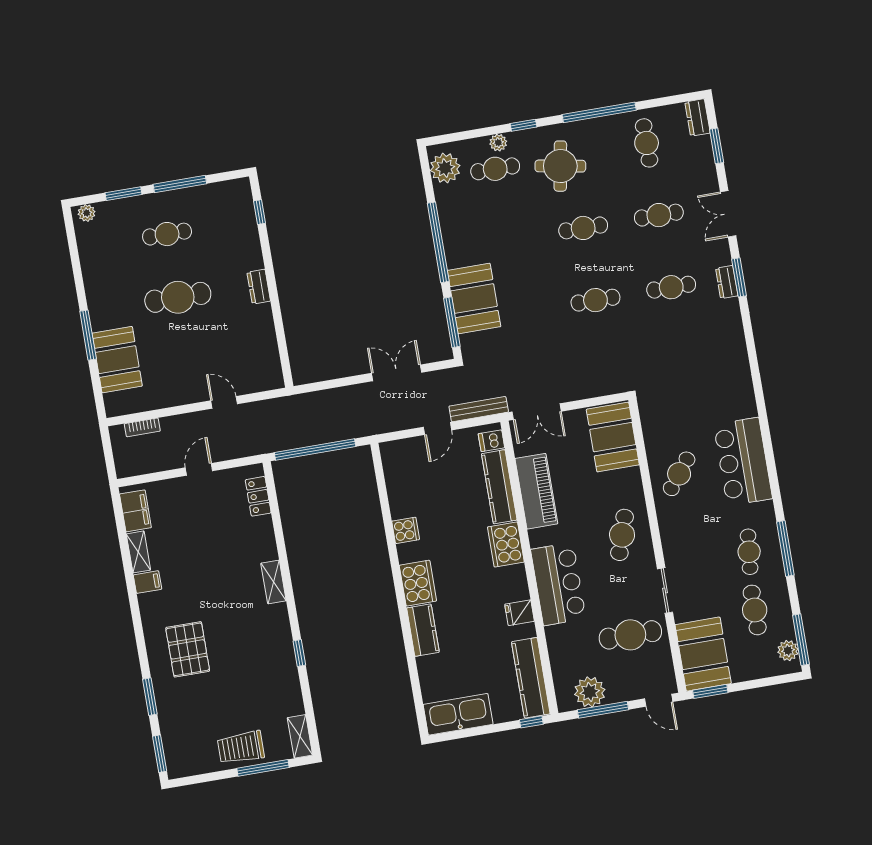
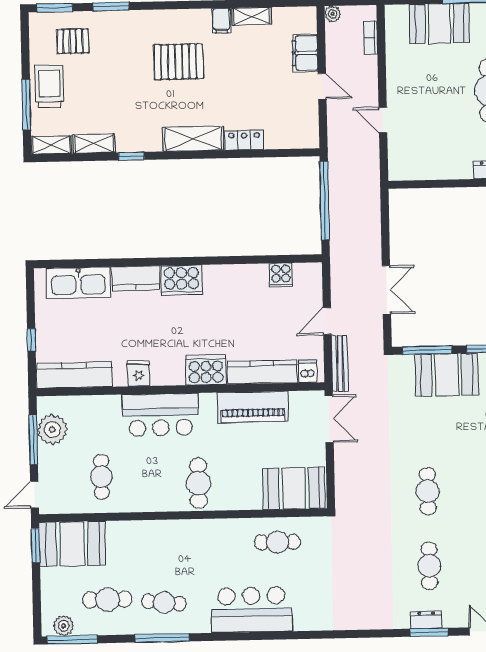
door: (224, 402) -> (383, 120), swing flipped
double door: (537, 412) -> (329, 419), swing flipped
door: (437, 429) -> (327, 321), hinge flipped
plant: (124, 470) -> (333, 14), added
cafe table: (679, 474) -> (277, 542), moved, turned -38
locker: (258, 496) -> (244, 140), moved
filing cabinet: (135, 511) -> (305, 53), moved, turned 90
cooker: (406, 530) -> (281, 275), moved
cafe table: (622, 535) -> (199, 483), turned 72
shelving: (273, 582) -> (193, 139), width x1.50, depth x1.33
sliding door: (665, 591) -> (139, 516), removed
cafe table: (630, 635) -> (101, 477), width x0.73, depth x0.74
pallet: (188, 649) -> (179, 62), moved
shelving: (292, 693) -> (94, 144), added
kitchen sink: (458, 714) -> (78, 283), moved, turned 90
window: (531, 722) -> (31, 340), moved
pallet: (191, 730) -> (73, 41), added

